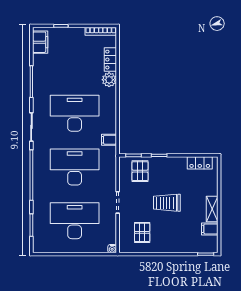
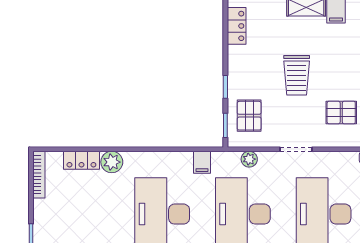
plant: (111, 171) -> (249, 159), added
pallet: (140, 171) -> (249, 116), turned 90

